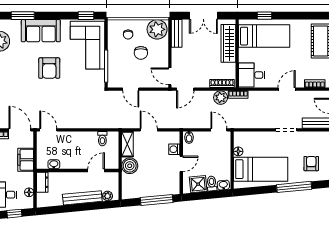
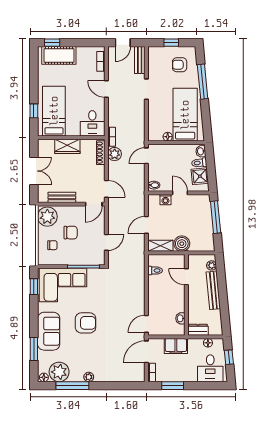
bench: (177, 33) -> (62, 197), moved
wardrobe: (228, 43) -> (67, 146), width x0.67

